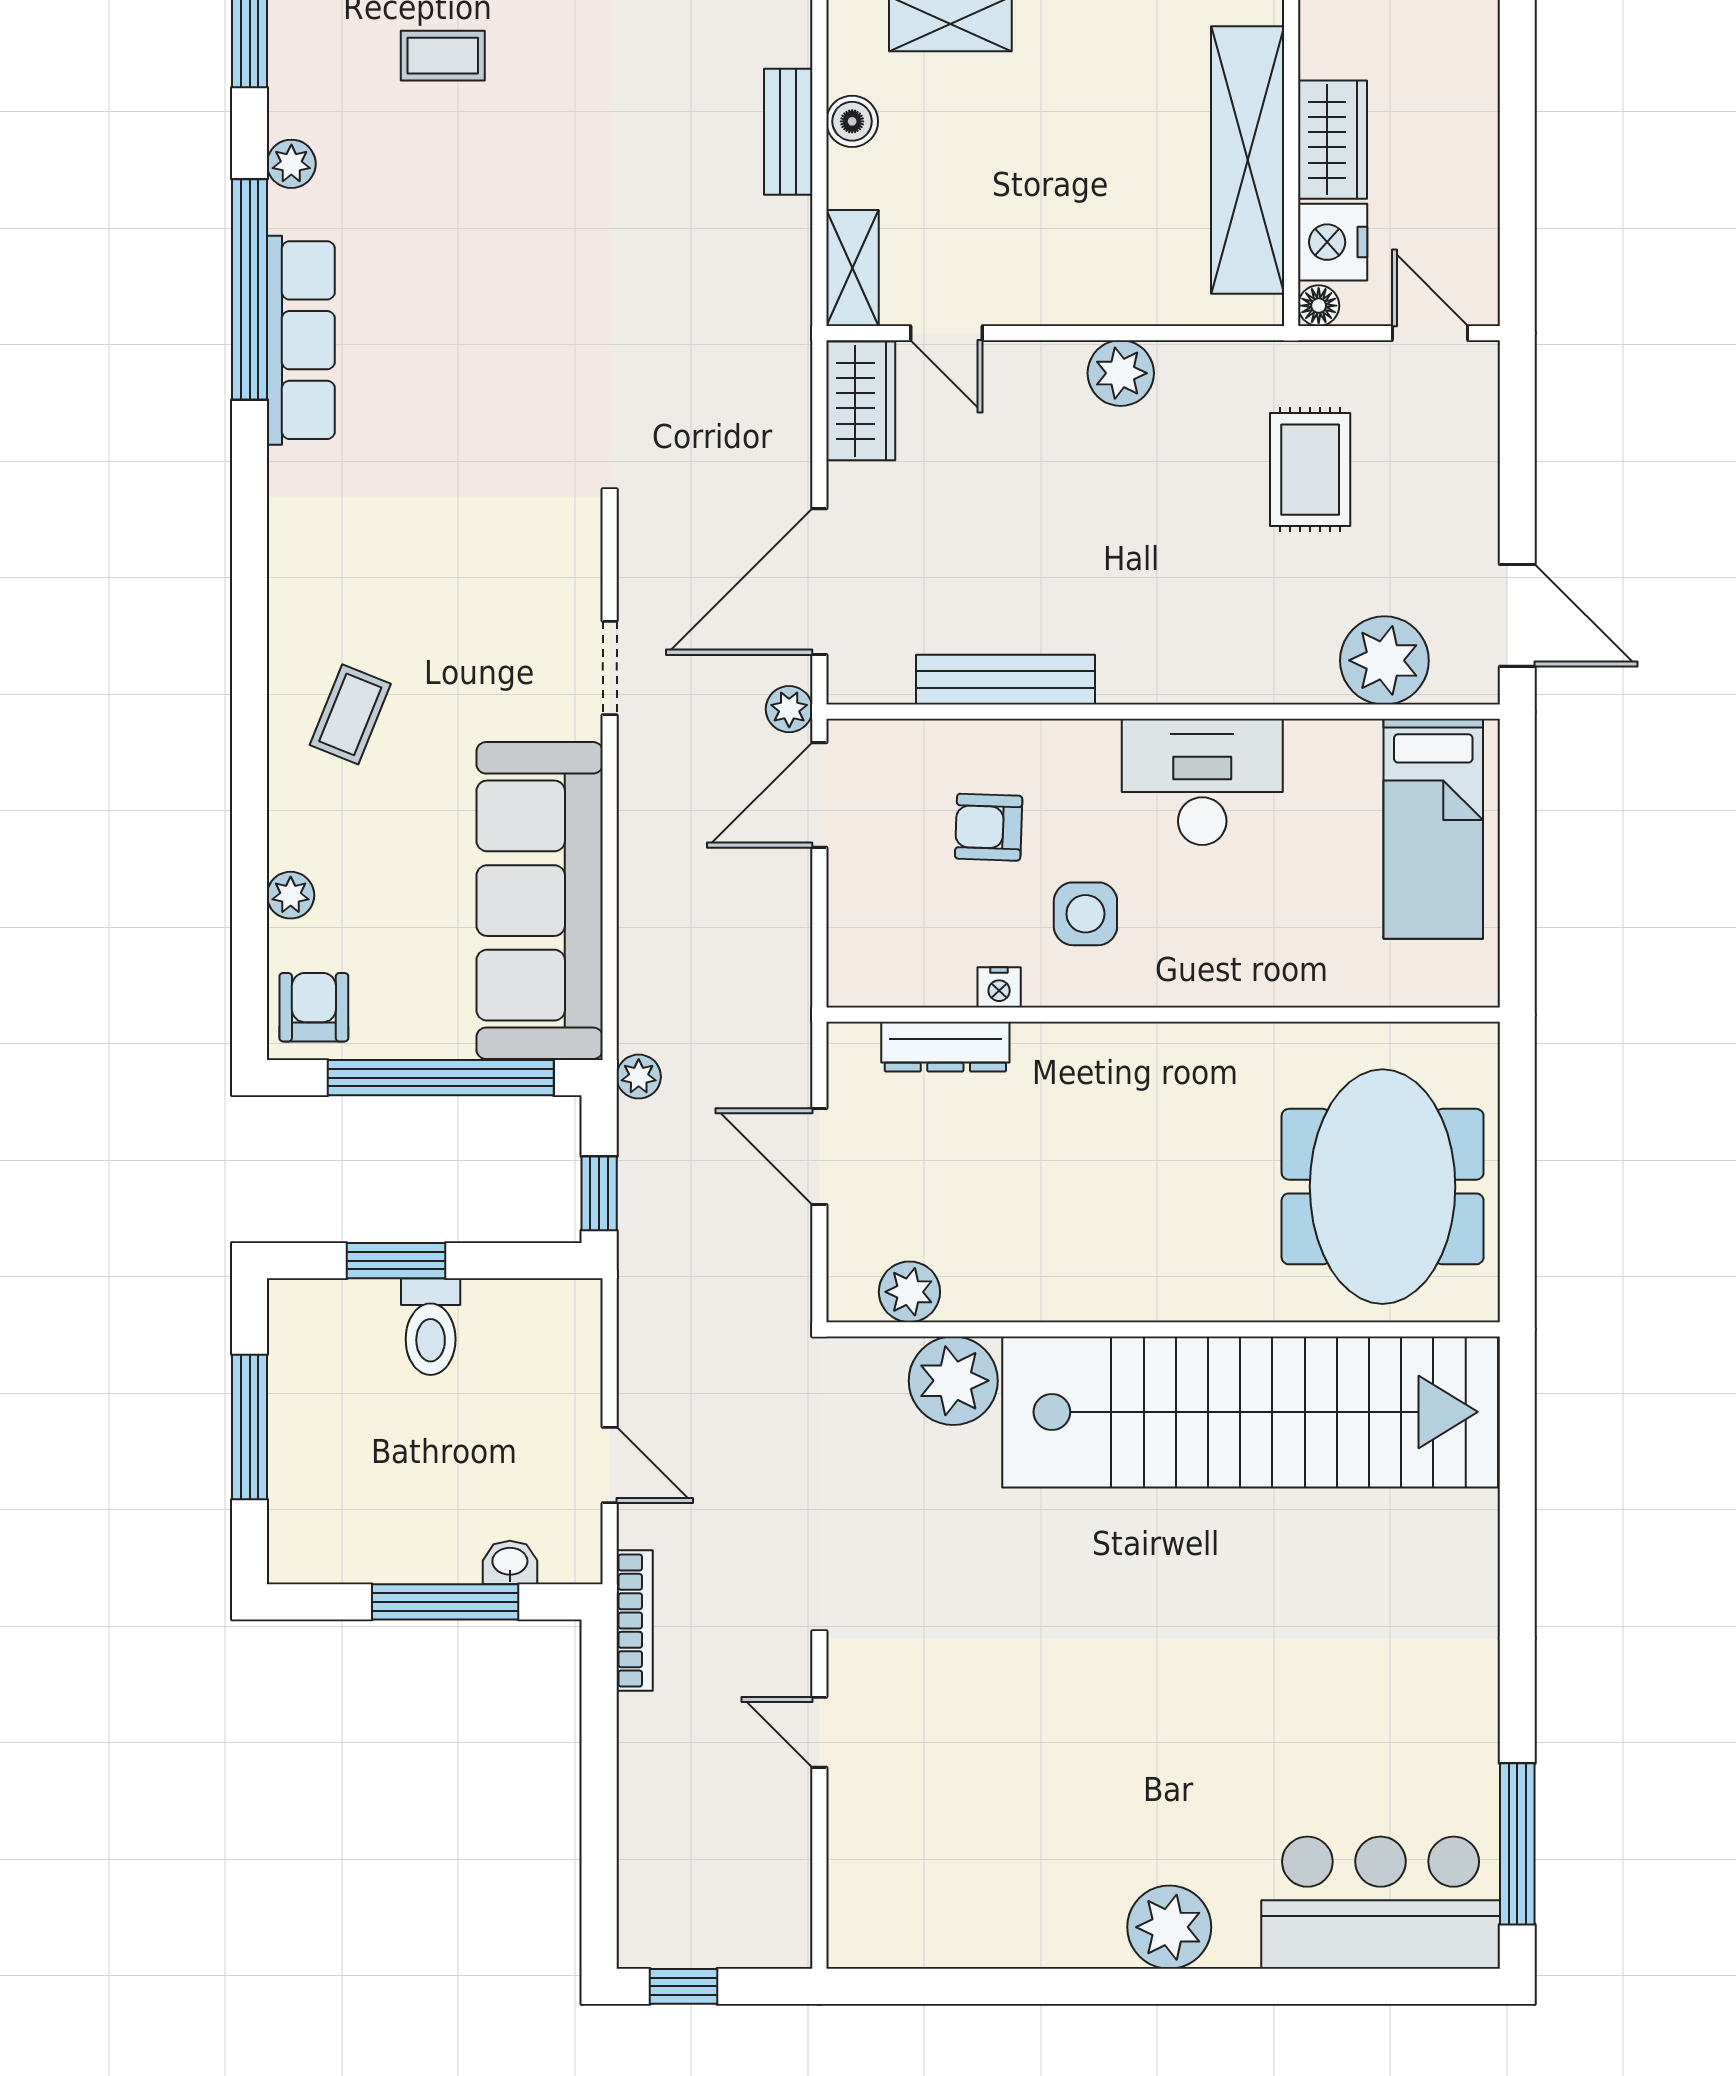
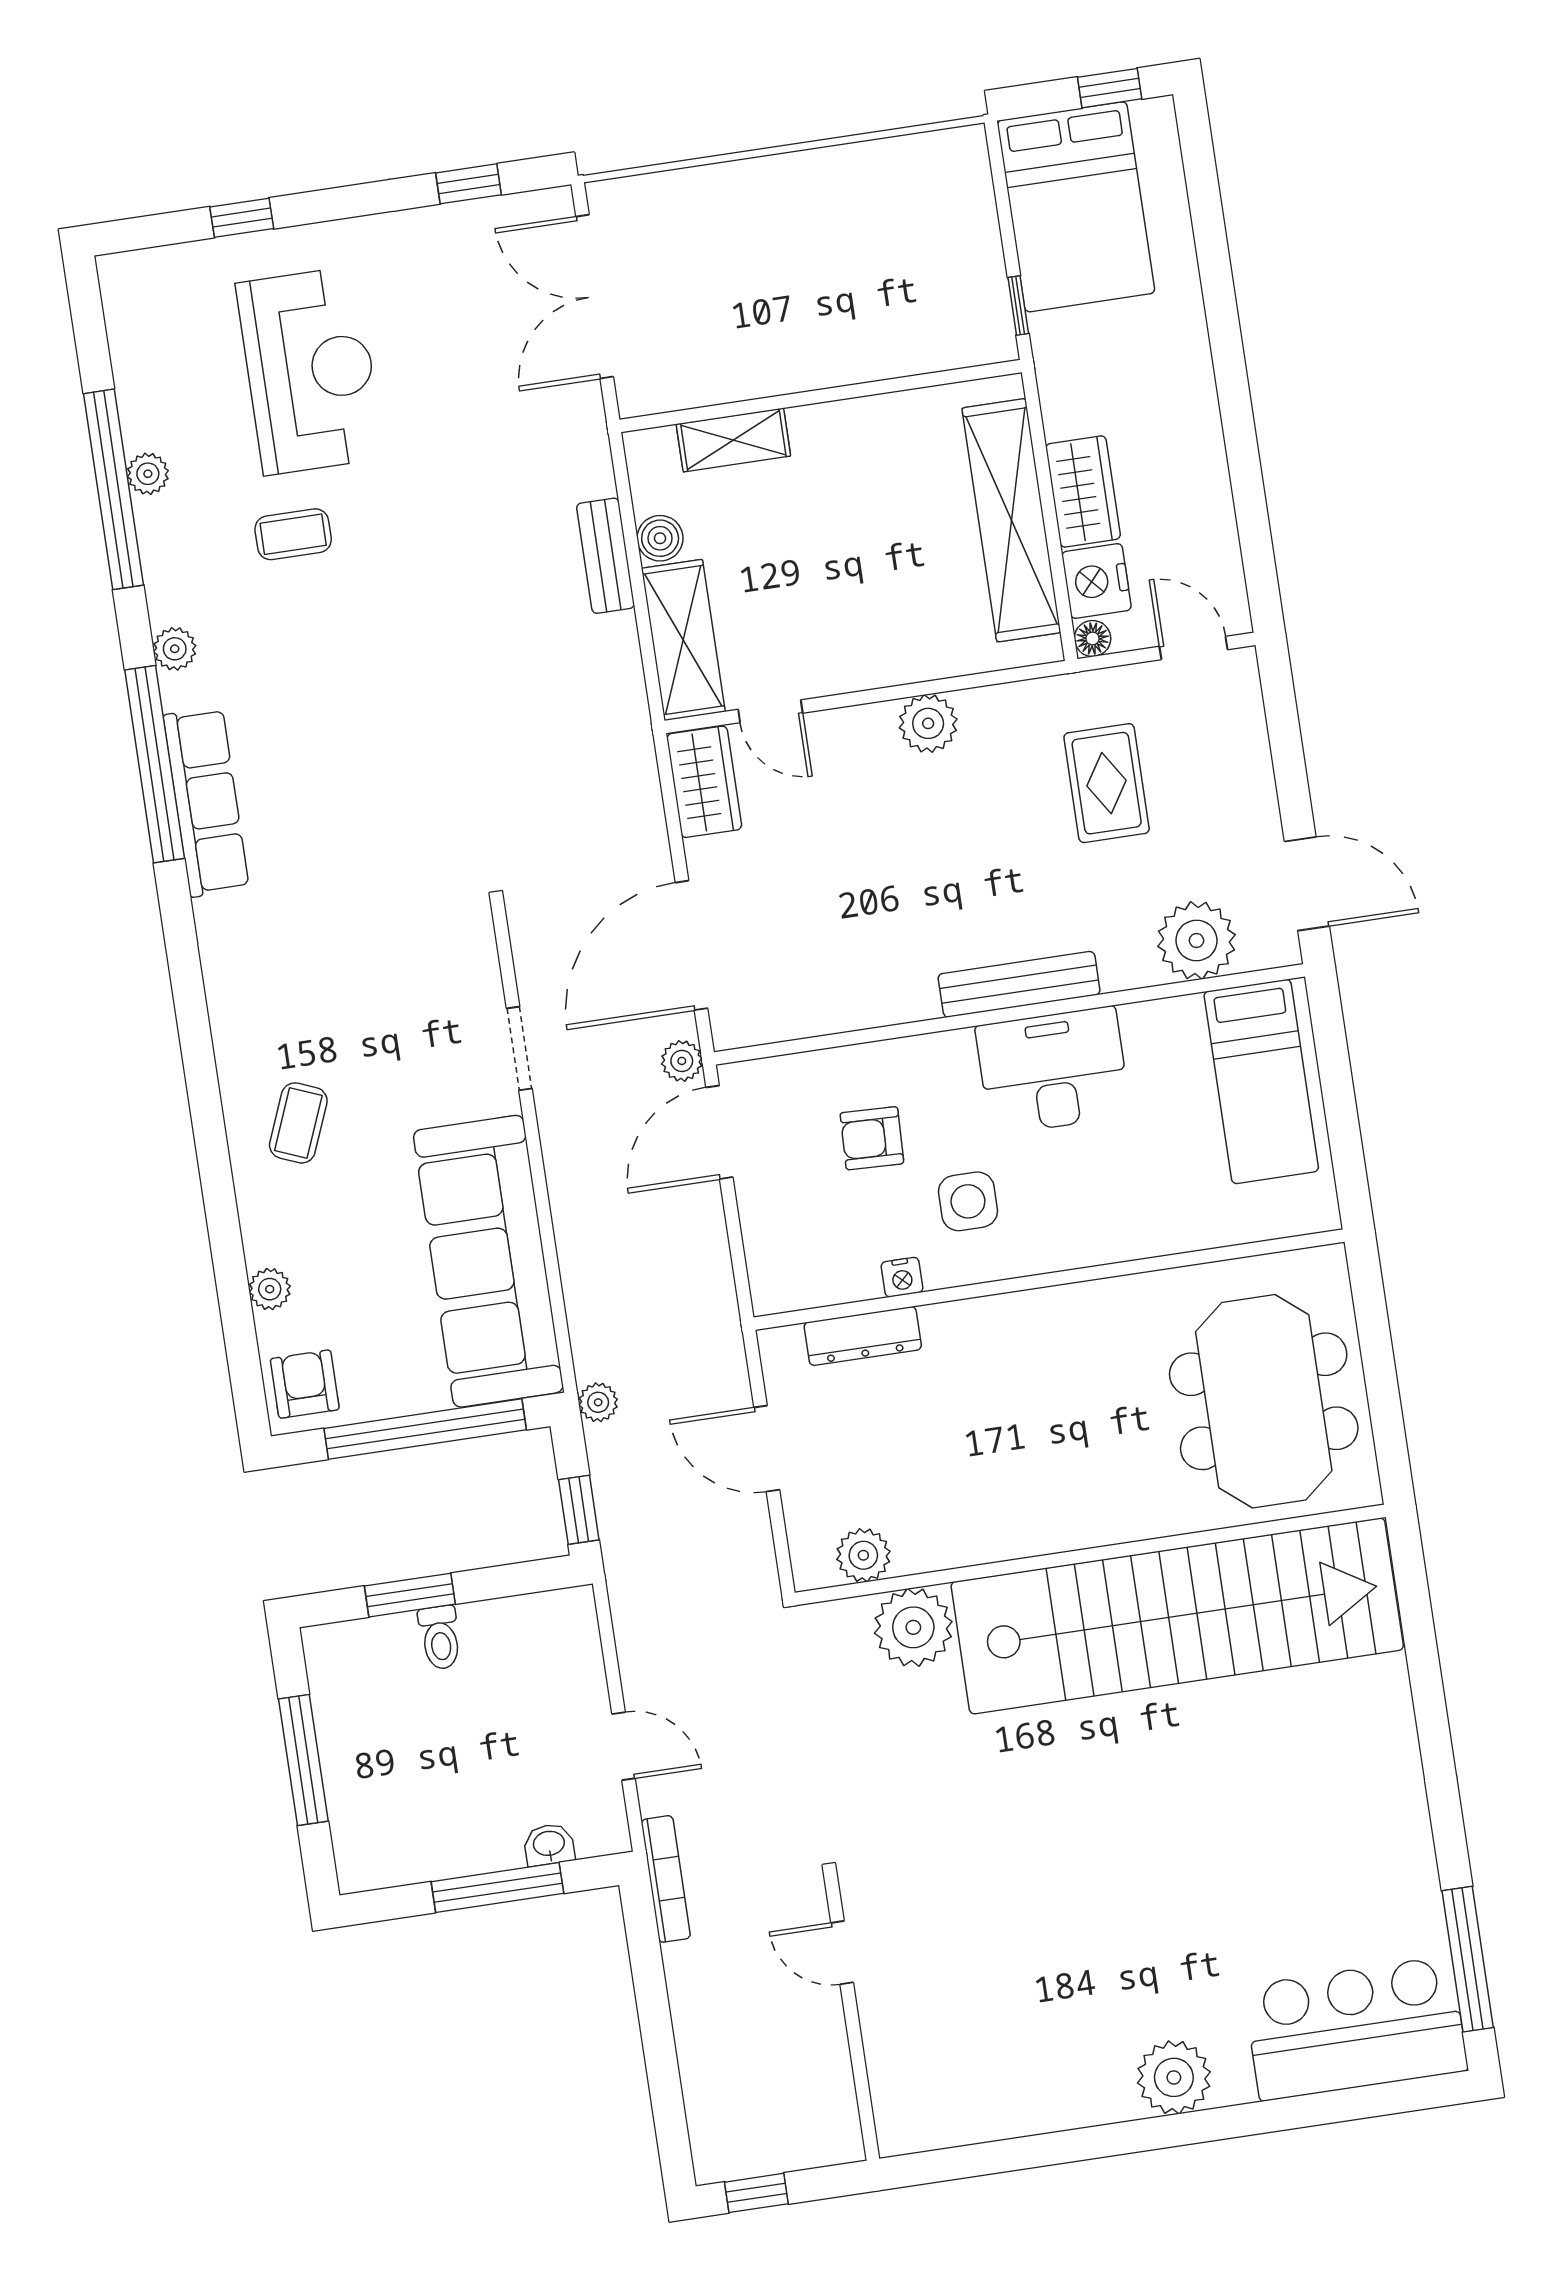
shelving: (852, 268) -> (683, 640), width x1.50, depth x1.33
bench: (1005, 680) -> (1019, 984), moved
toilet: (431, 1327) -> (440, 1638), width x0.73, depth x0.72

